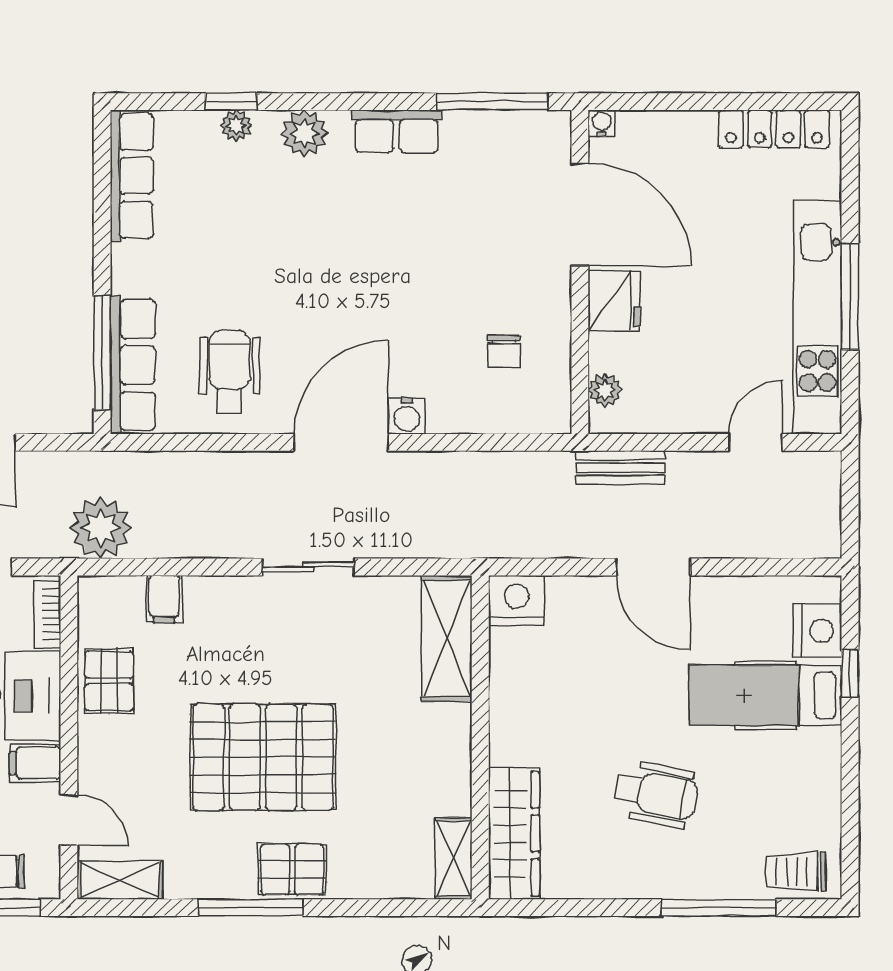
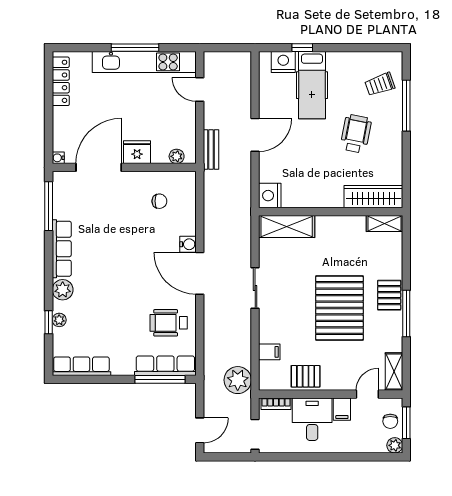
row of seats: (397, 131) -> (62, 249), width x1.48
trolley: (796, 872) -> (380, 84), moved, turned 71

